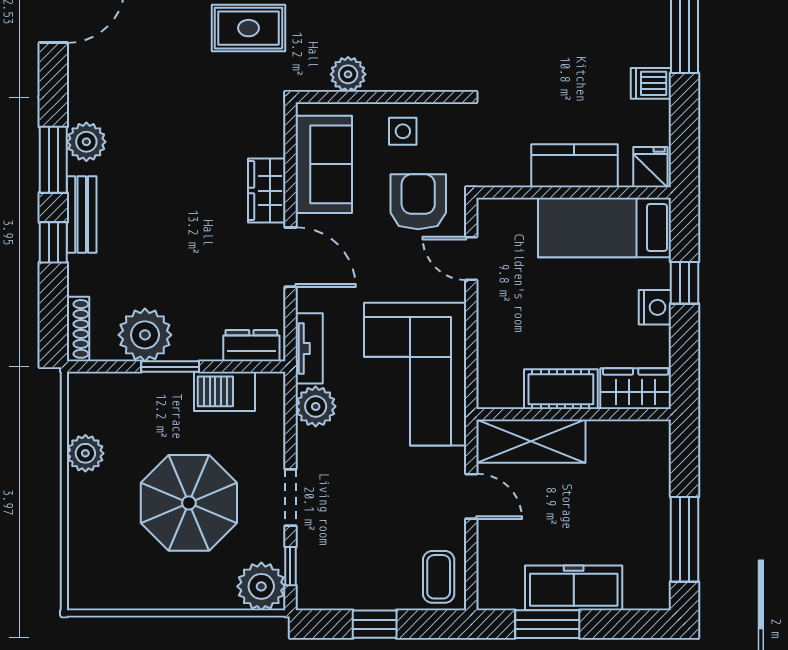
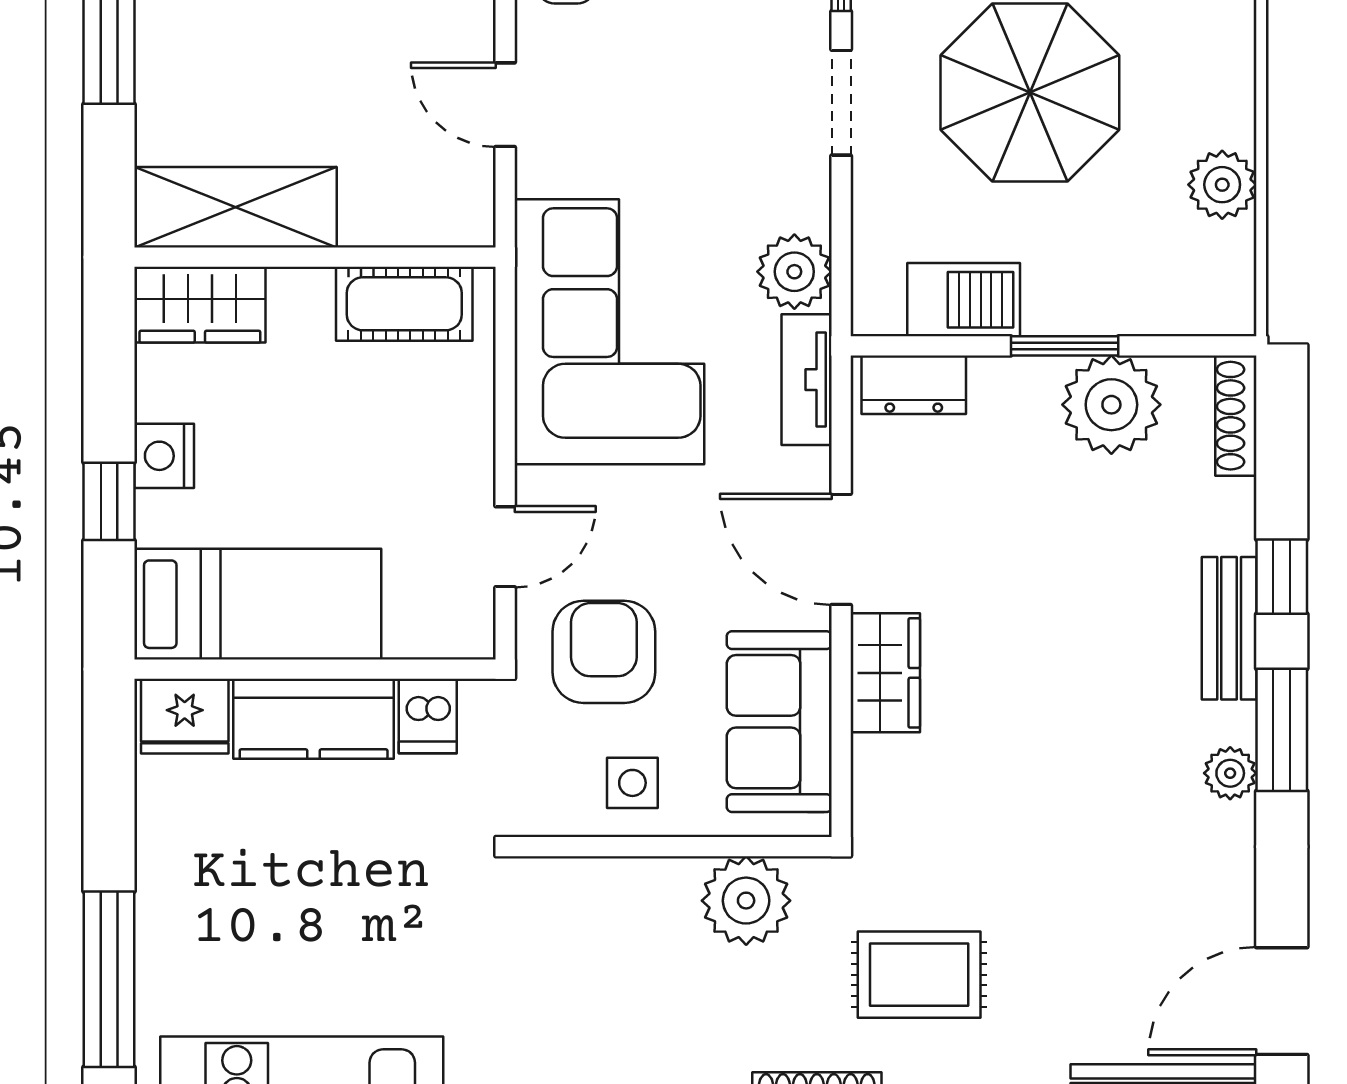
plant: (348, 74) -> (746, 901), width x1.36, depth x1.36
dishwasher: (651, 83) -> (428, 716), moved, turned 90
plant: (86, 142) -> (1230, 773), width x0.73, depth x0.73
fridge: (650, 167) -> (185, 716), width x1.38
armchair: (418, 202) -> (604, 652), turned 180
door: (471, 258) -> (505, 547), hinge flipped
cot: (561, 389) -> (404, 304), moved
shelving: (531, 441) -> (235, 207), moved

